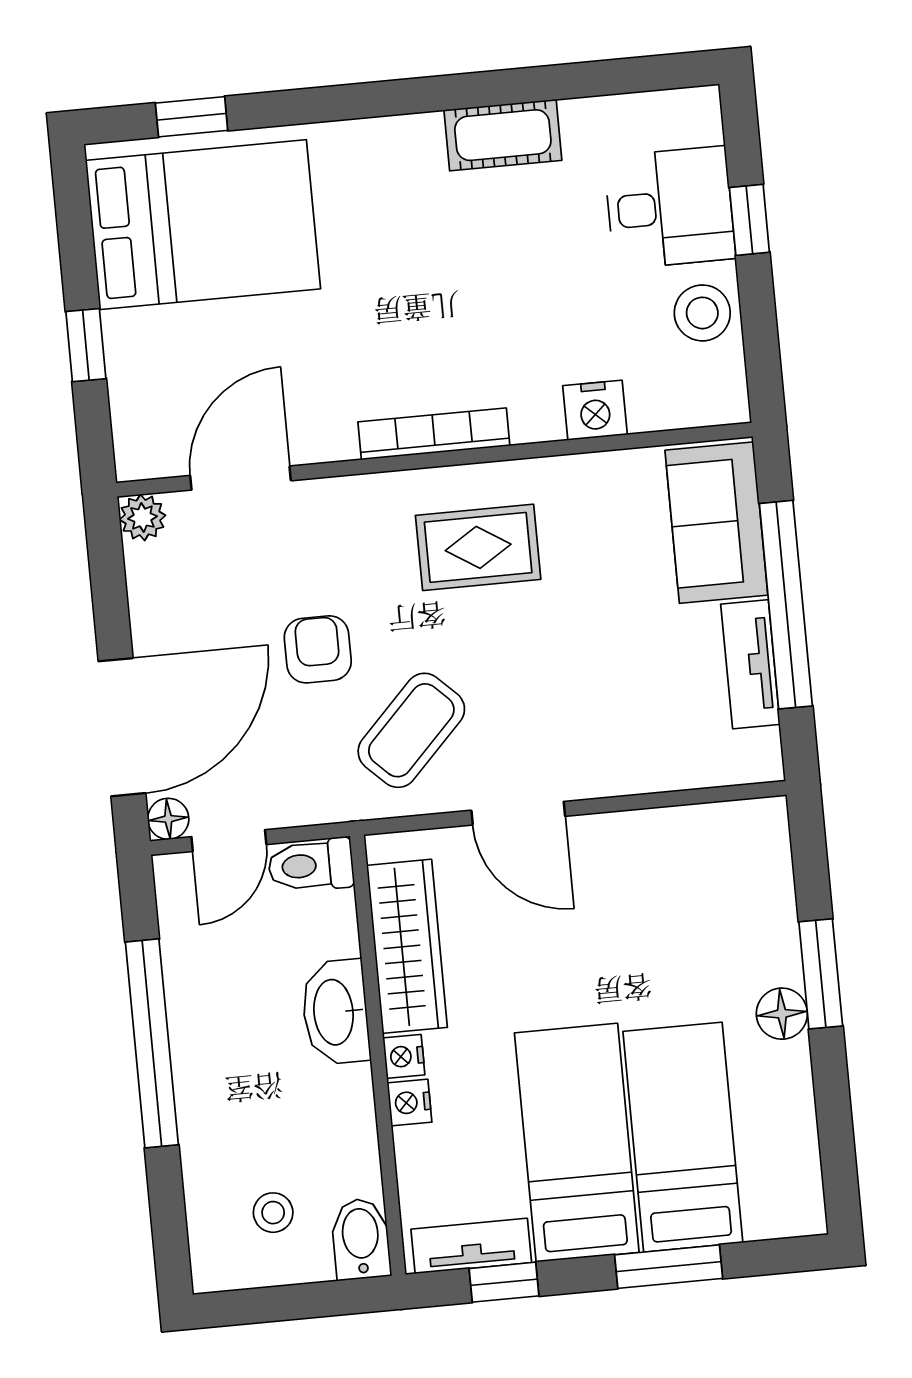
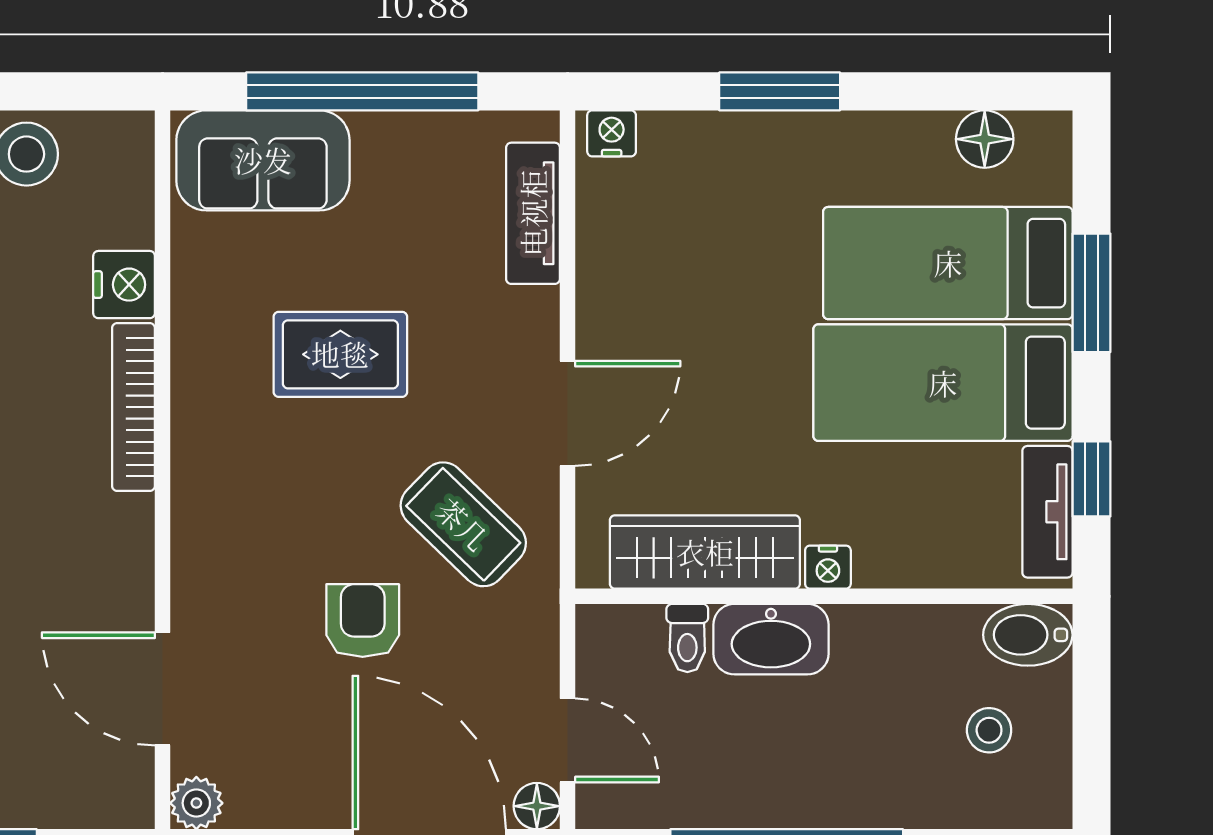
bookcase: (434, 434) -> (133, 407), moved
rug: (478, 547) -> (340, 354), moved, turned 90
armchair: (318, 649) -> (363, 621), turned 90
tv unit: (750, 664) -> (533, 213), moved, turned 90
toilet: (311, 865) -> (687, 638), moved, width x0.73, depth x0.72
floor lamp: (782, 1014) -> (985, 139), moved
nightstand: (410, 1103) -> (612, 133), moved, turned 180

